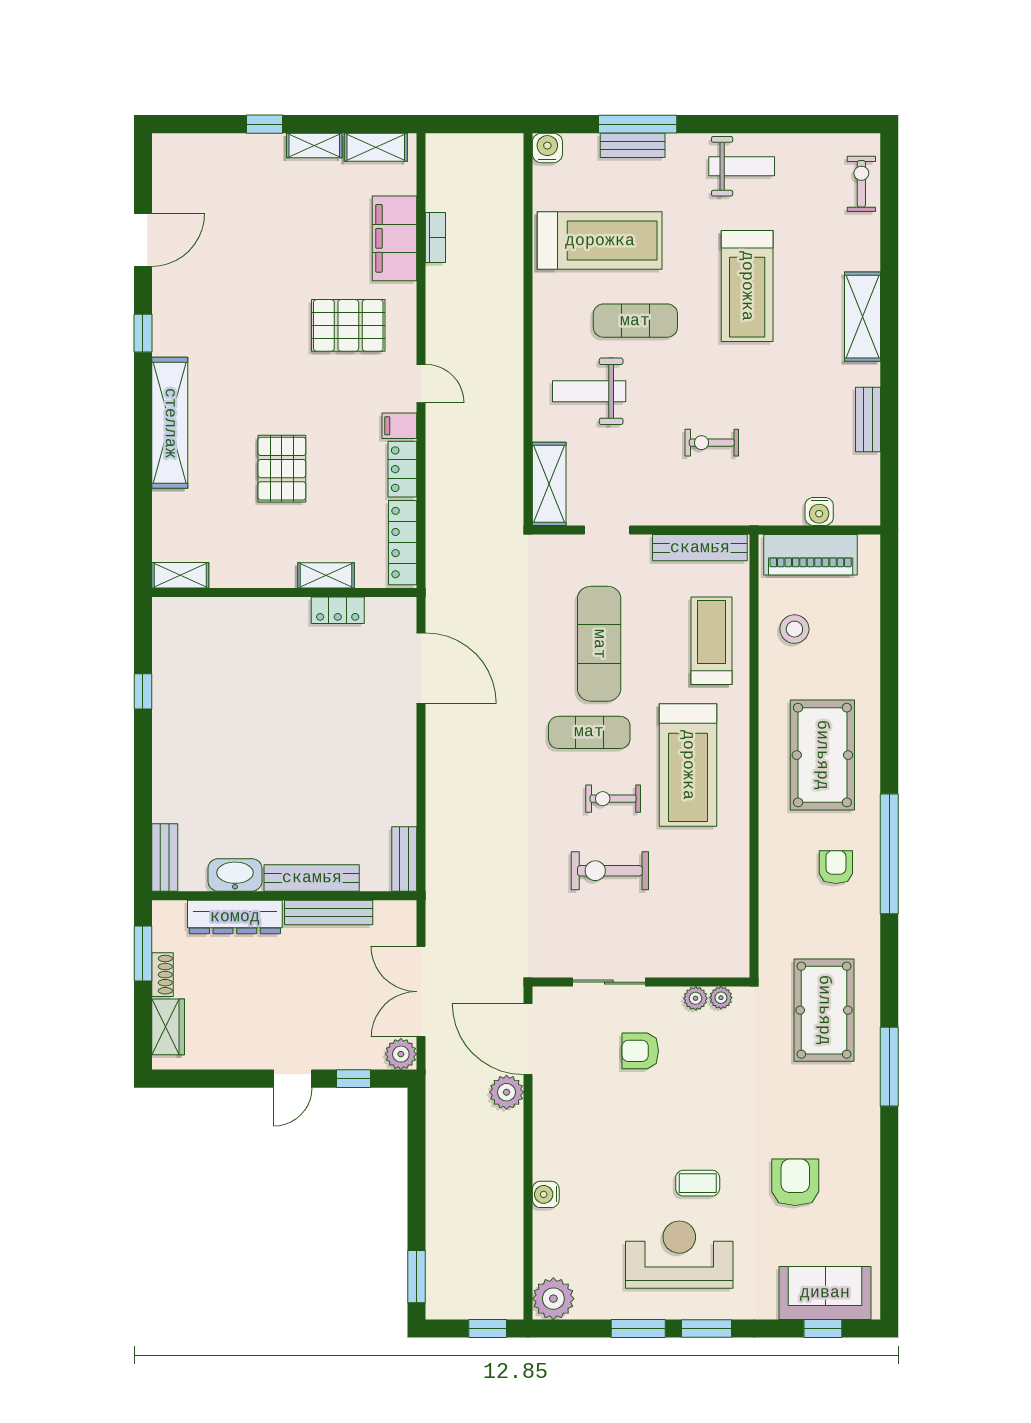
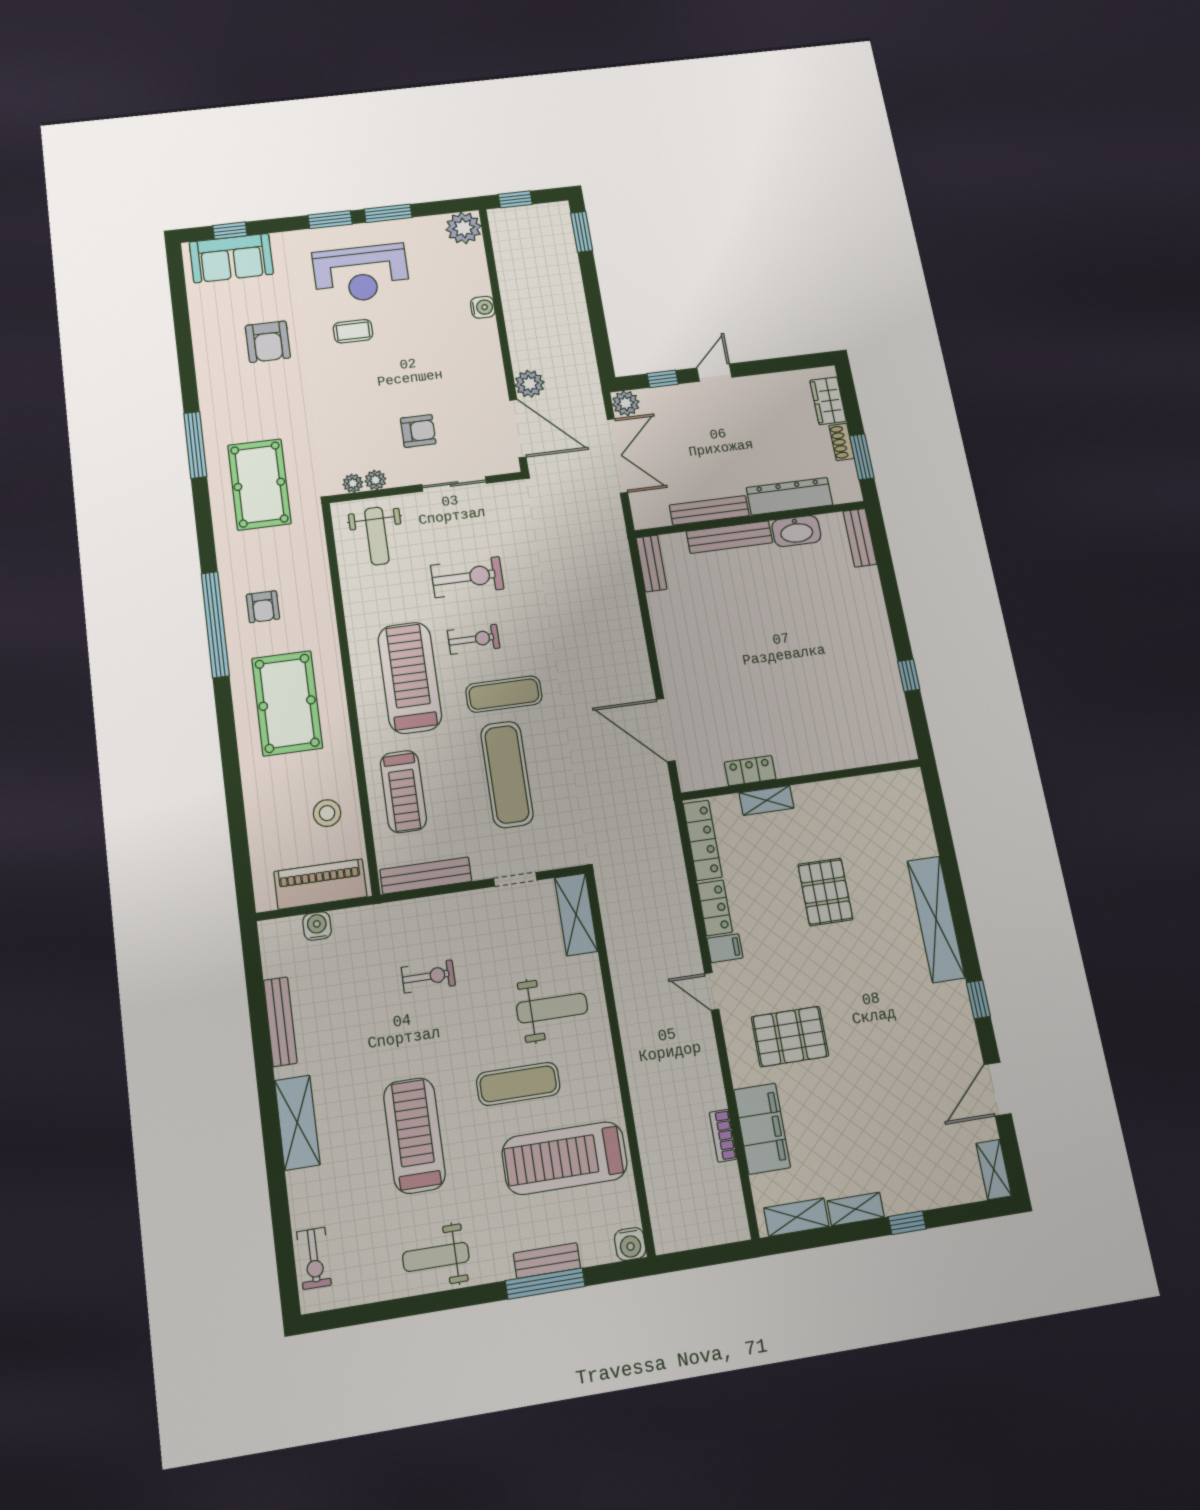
bench: (868, 419) -> (280, 1022), width x1.36
shelving: (180, 575) -> (994, 1170), moved, turned 90
weight bench: (702, 932) -> (377, 536), added

